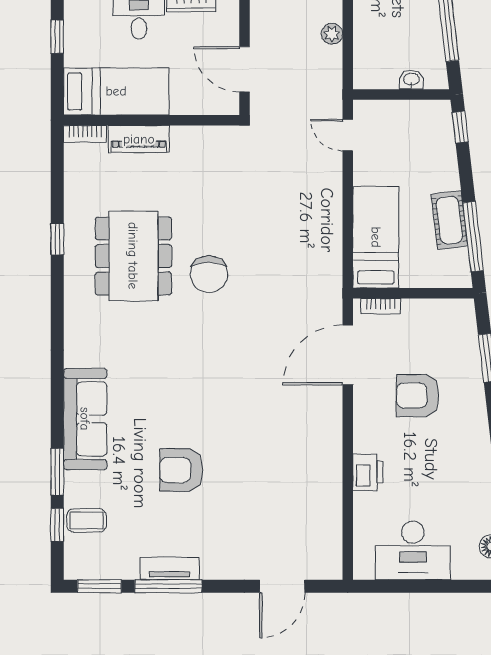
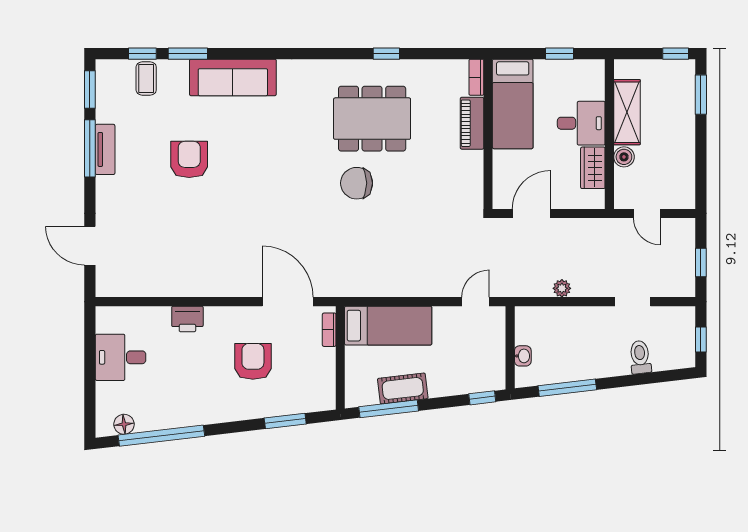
desk: (413, 550) -> (121, 357), width x0.73

